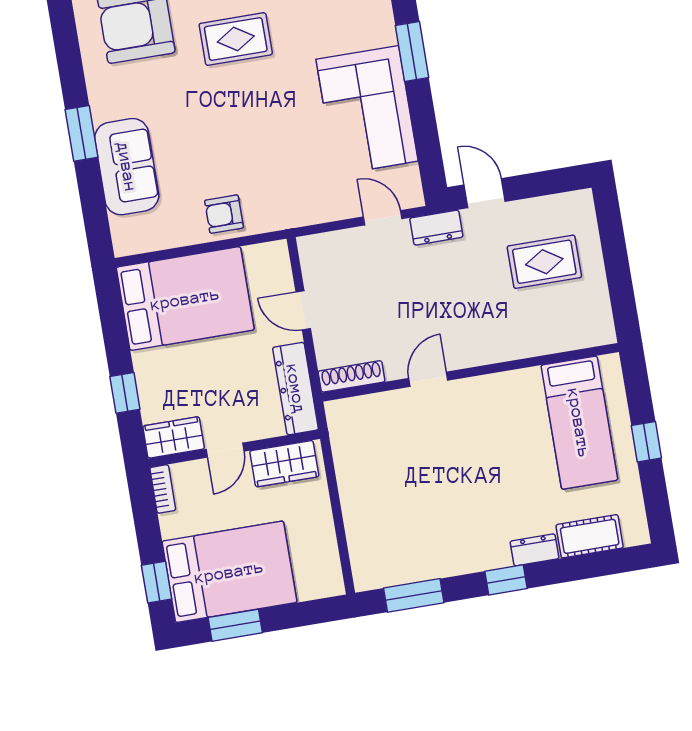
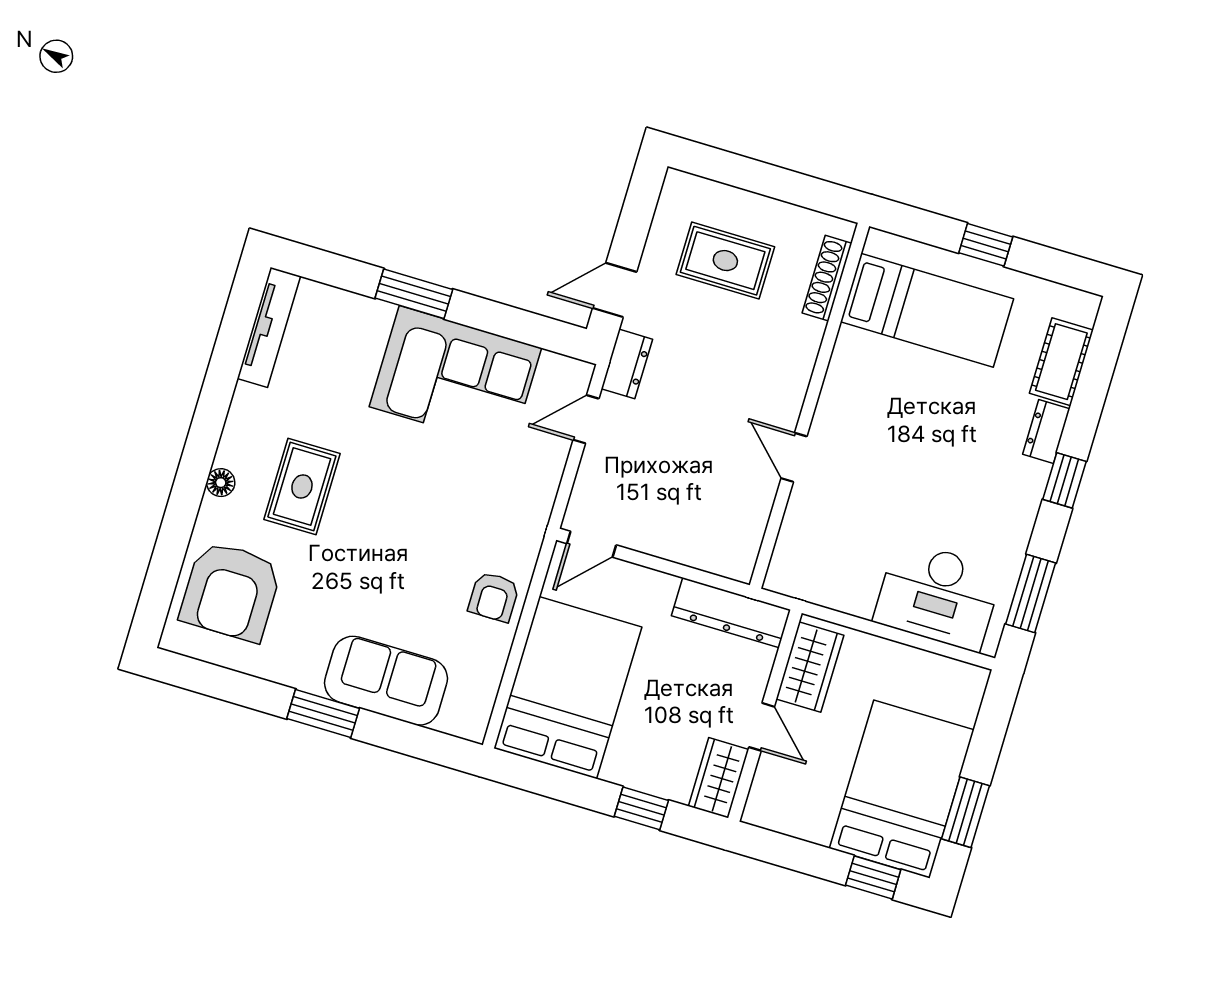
rug: (544, 262) -> (725, 261), turned 90
door: (303, 310) -> (592, 544), moved
shoe rack: (352, 376) -> (827, 278), moved
bookcase: (163, 489) -> (771, 819), removed
desk: (380, 530) -> (938, 595), added

